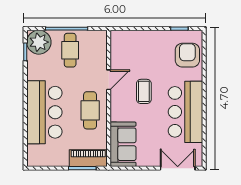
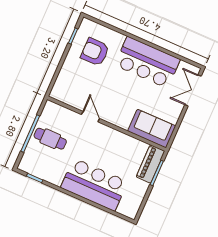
plant: (39, 42) -> (31, 163), removed
armchair: (187, 55) -> (95, 52), moved
coffee table: (144, 91) -> (114, 91), removed
cafe table: (90, 110) -> (110, 144), removed

